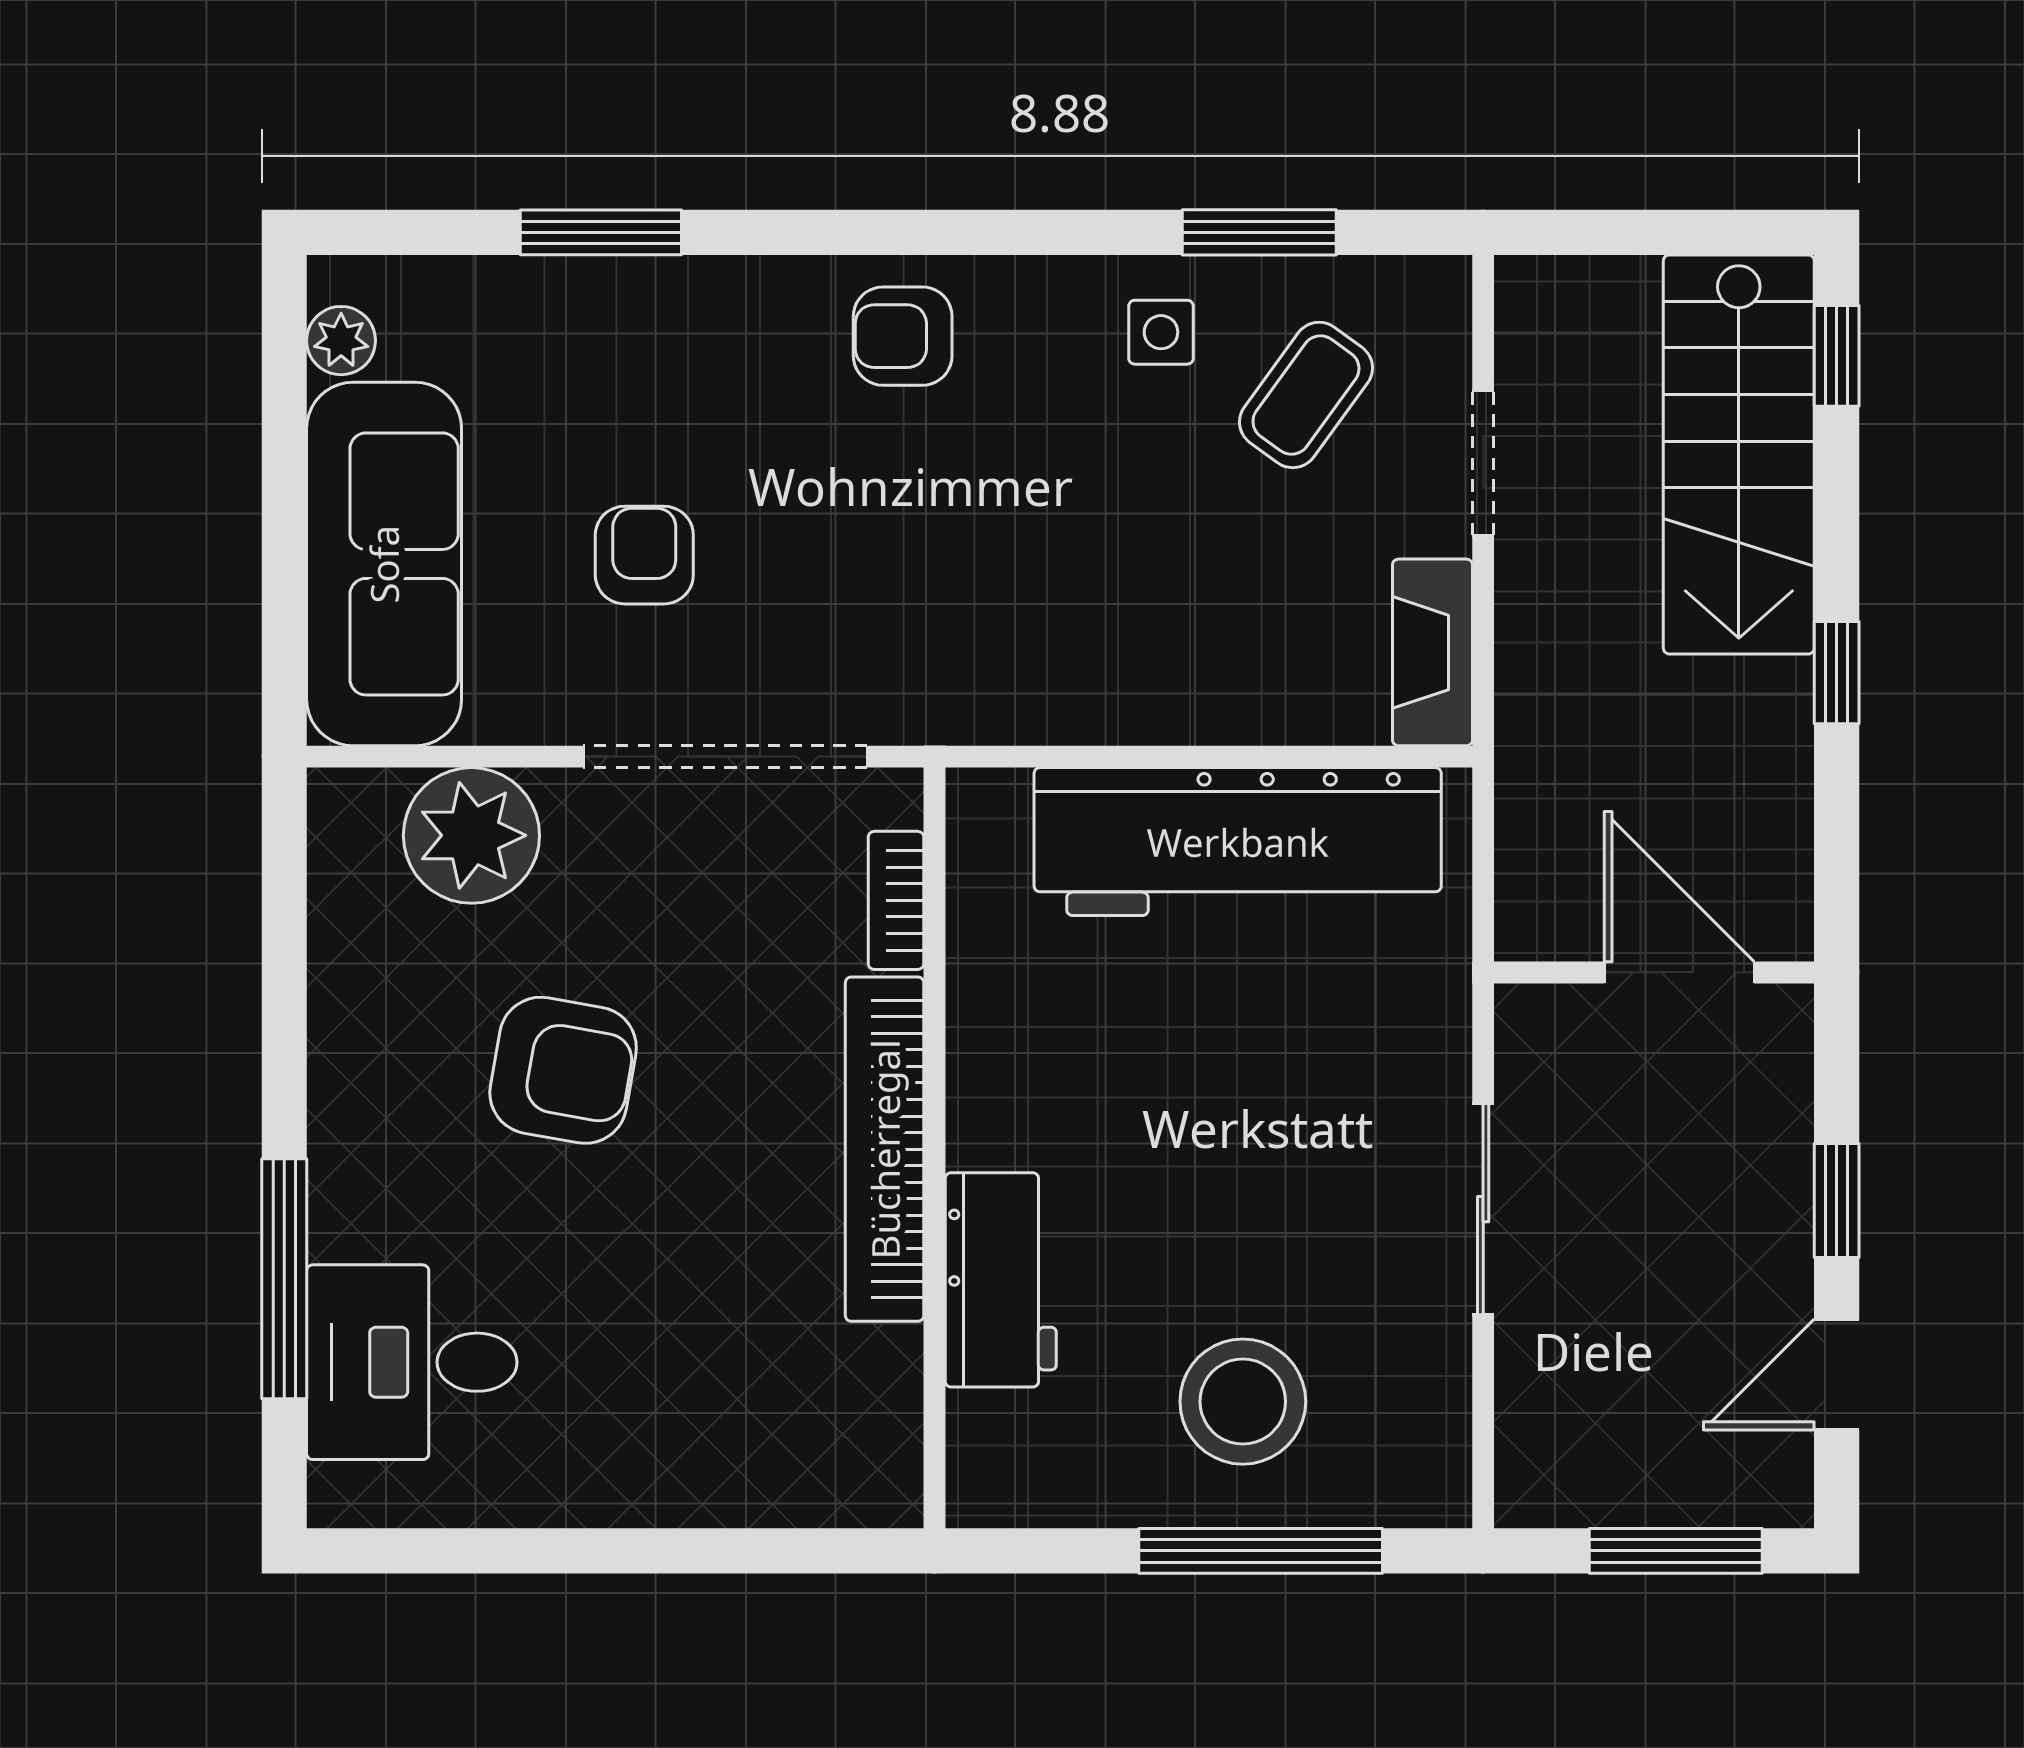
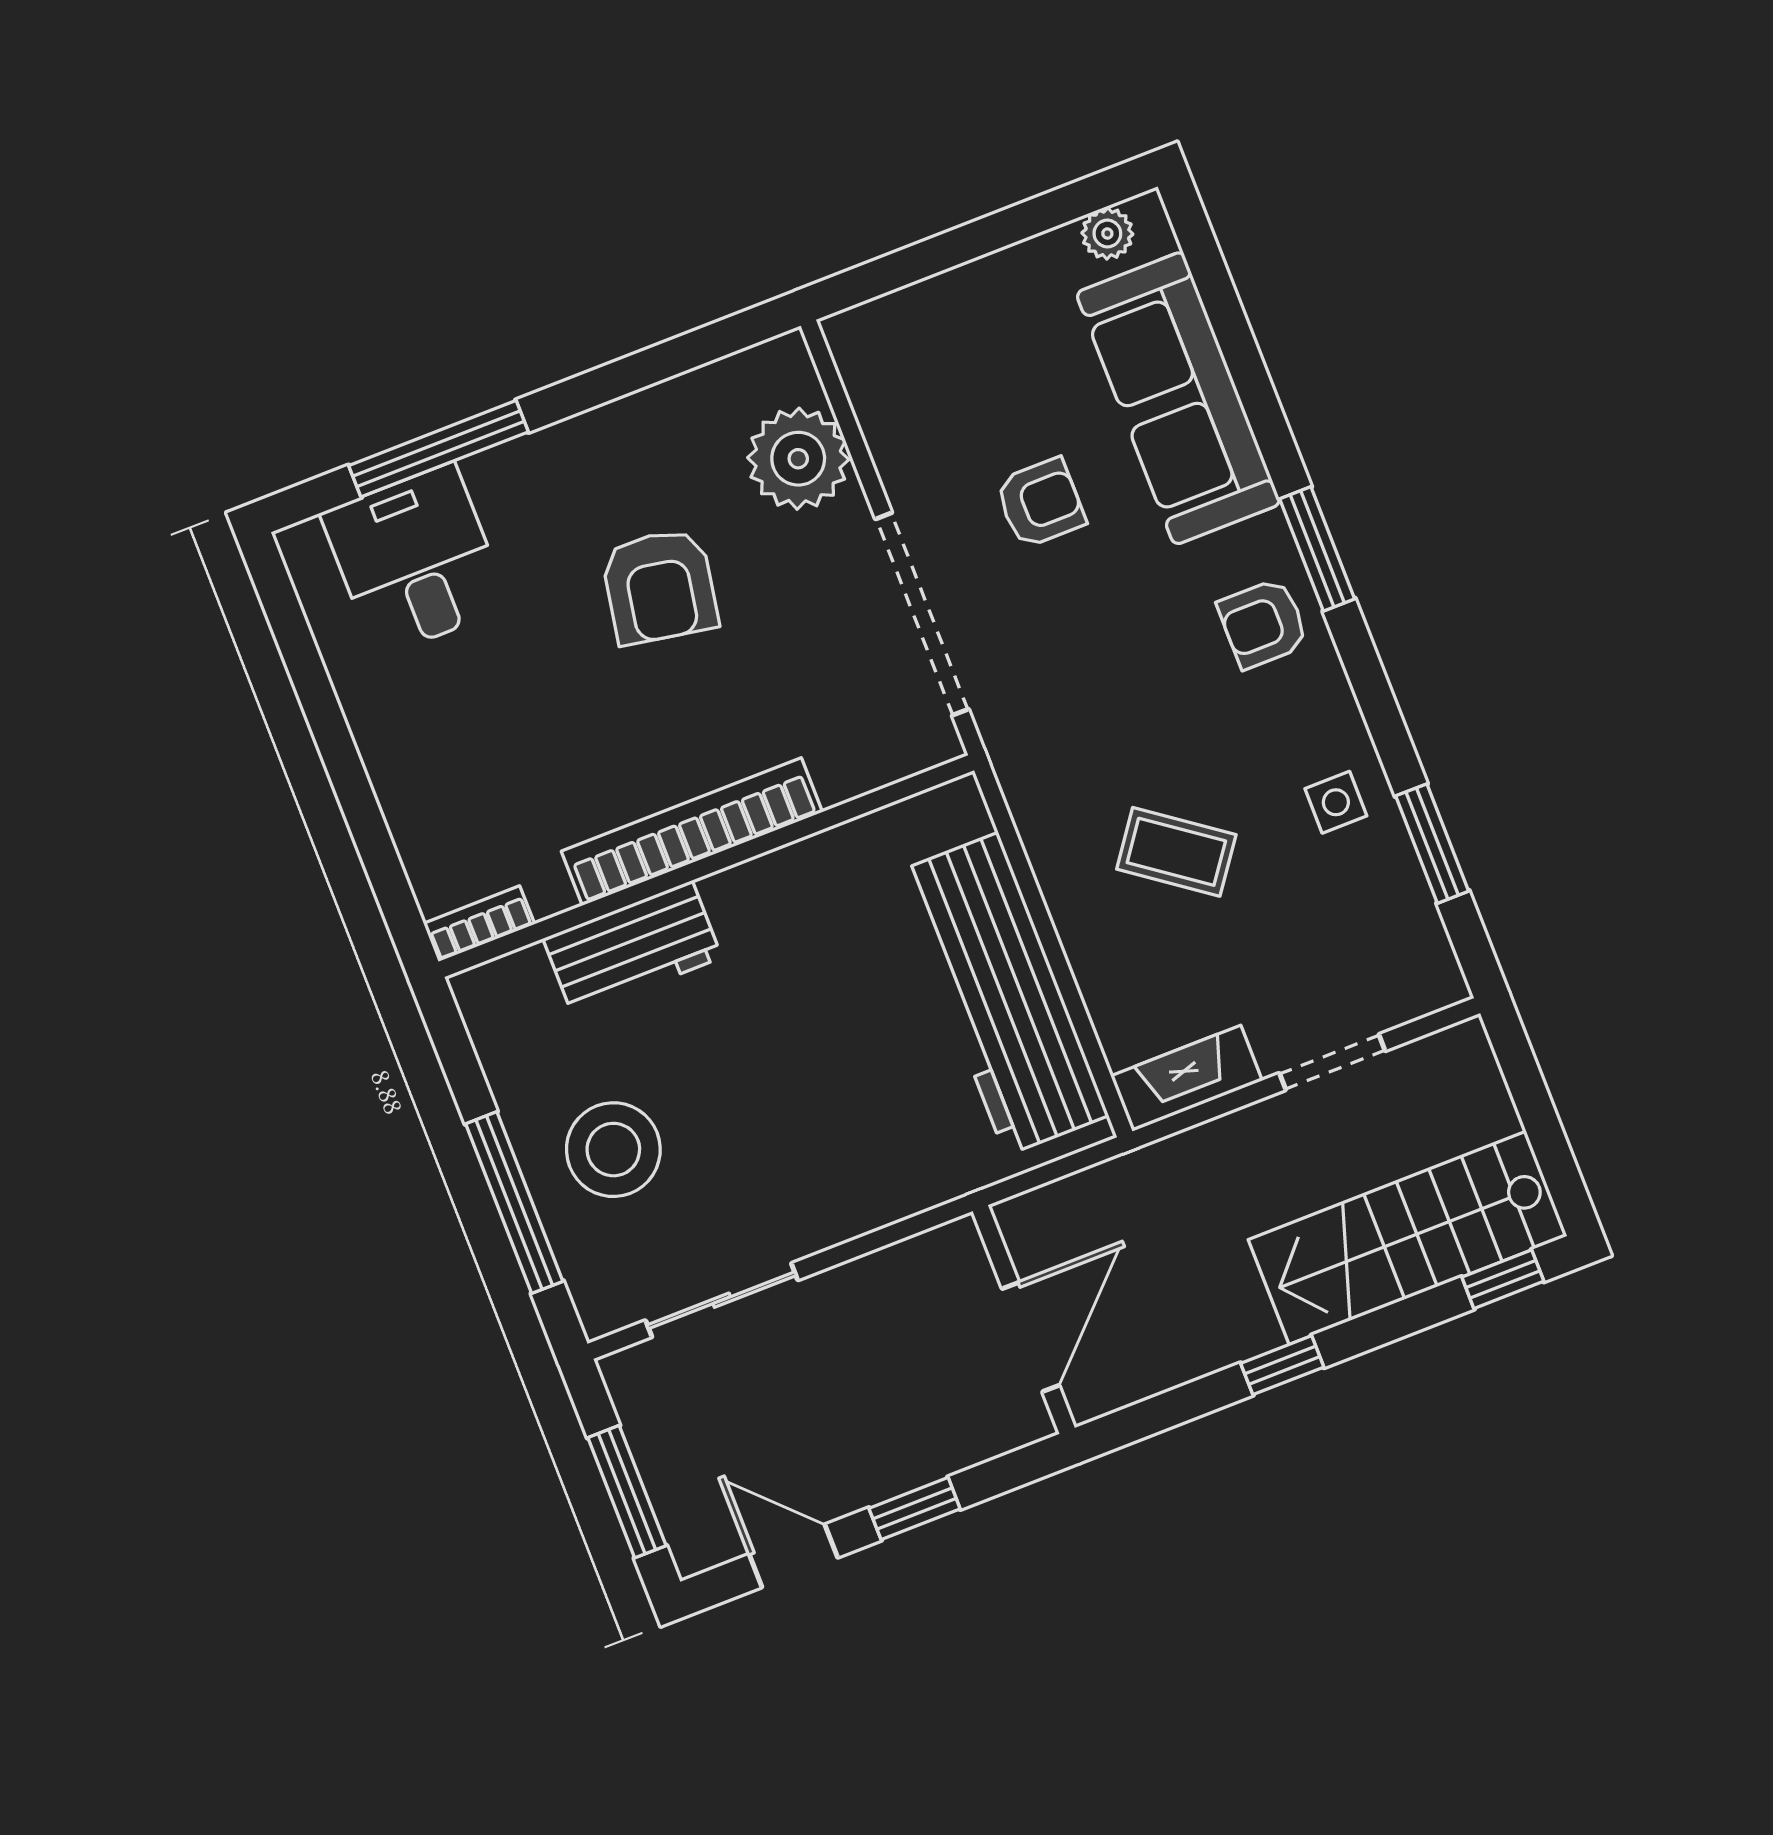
window: (601, 232) -> (1317, 549), moved
armchair: (903, 336) -> (1263, 623), turned -90
coffee table: (1306, 395) -> (1176, 852), moved
sofa: (384, 564) -> (1178, 398), moved, turned 90
bookcase: (896, 900) -> (479, 924), moved
sliding door: (1483, 1209) -> (722, 1300), moved

